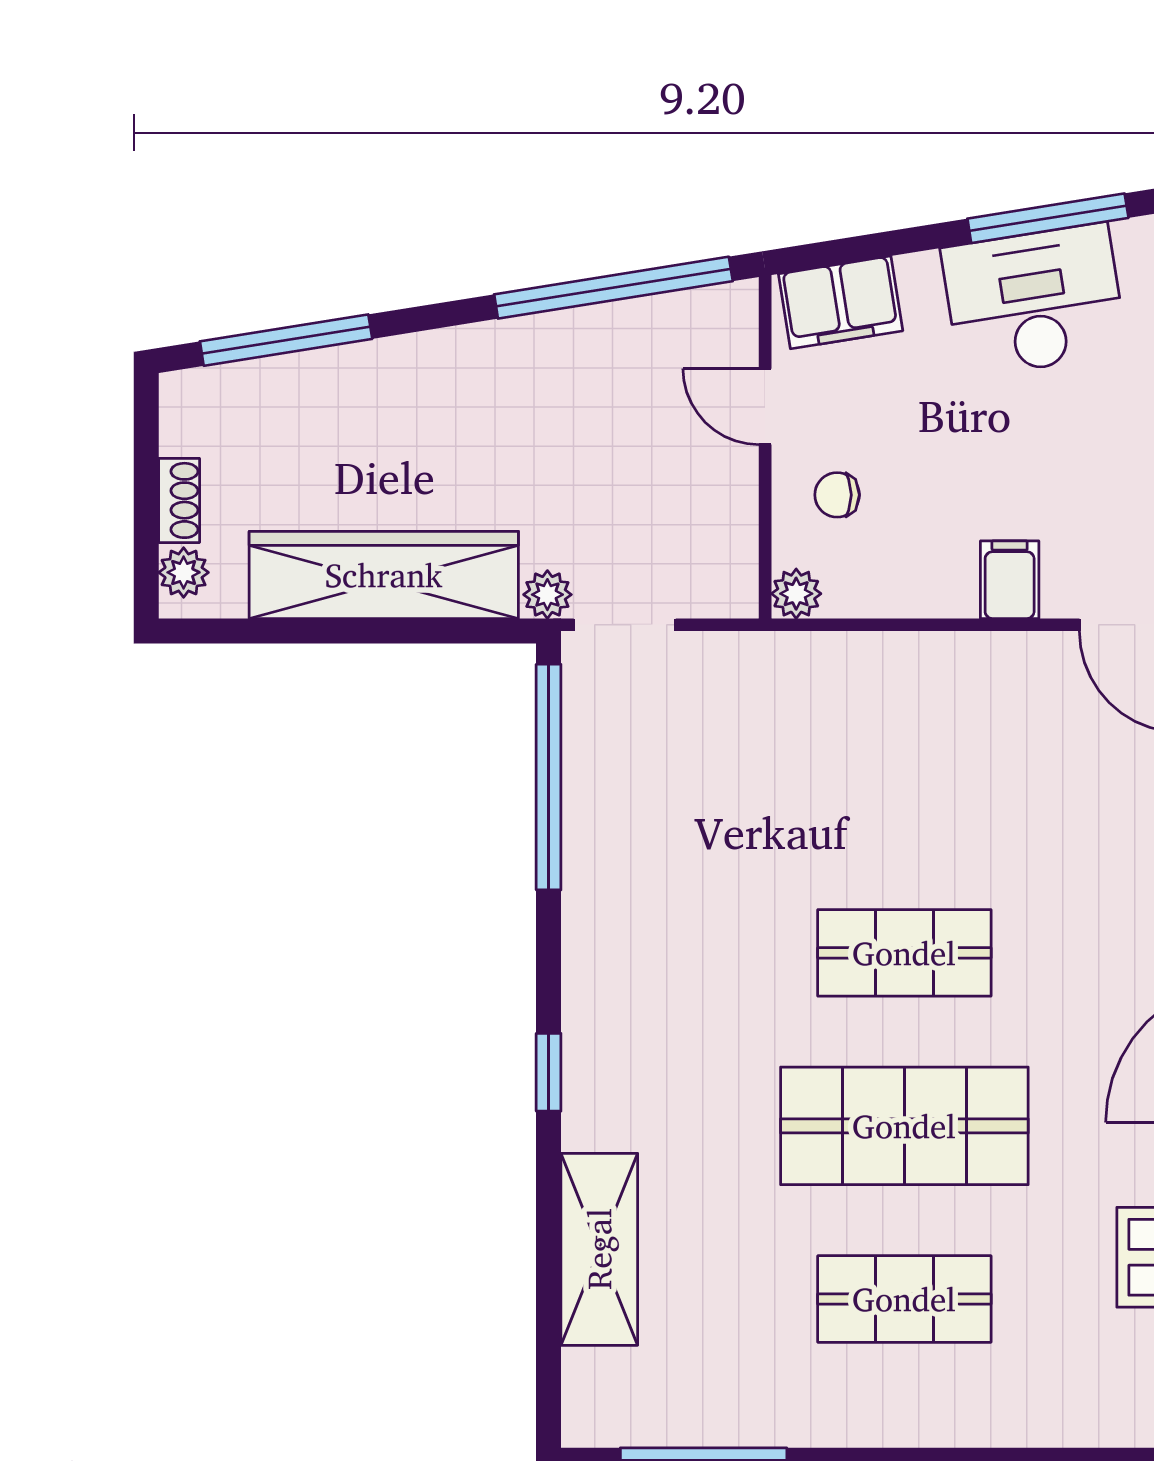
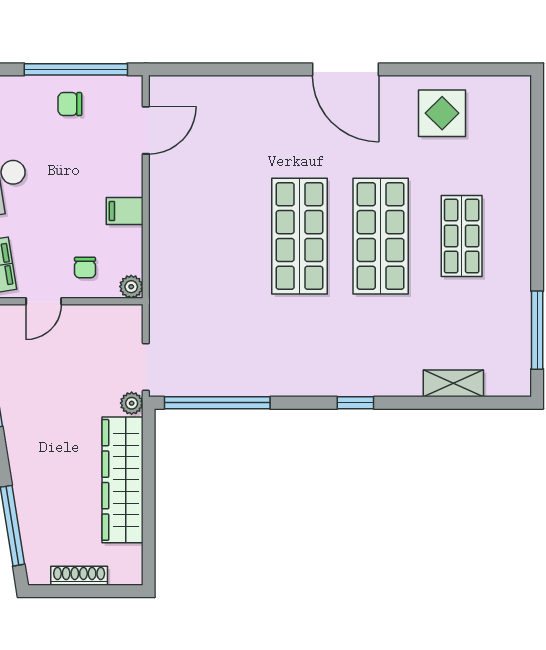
shoe rack: (179, 500) -> (79, 576), width x1.43
plant: (184, 572) -> (121, 574), removed
filing cabinet: (1010, 580) -> (125, 211), moved
shop shelf: (904, 953) -> (299, 236), width x1.43, depth x1.36
shelving: (599, 1249) -> (453, 383), width x0.67, depth x0.75

